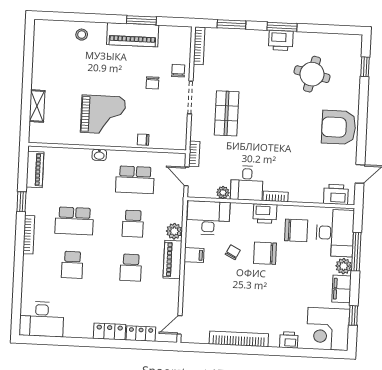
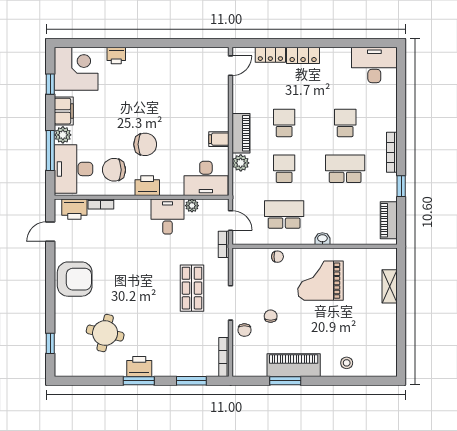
bookcase: (276, 196) -> (101, 204), moved
chair: (233, 252) -> (179, 144), removed
bookcase: (239, 339) -> (168, 54), removed

